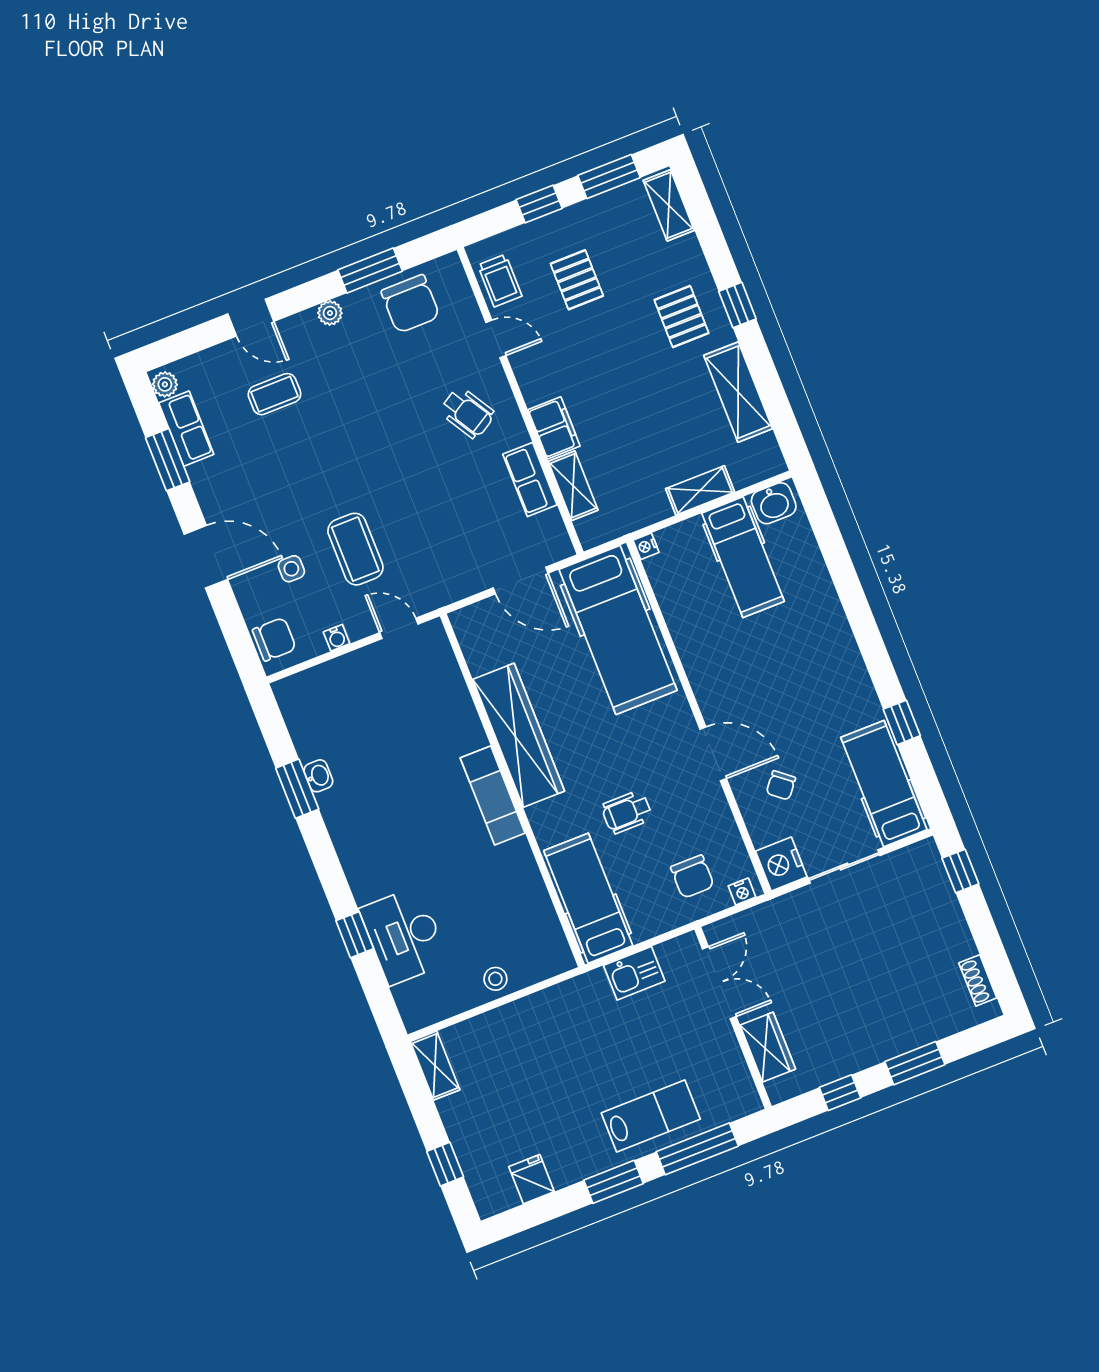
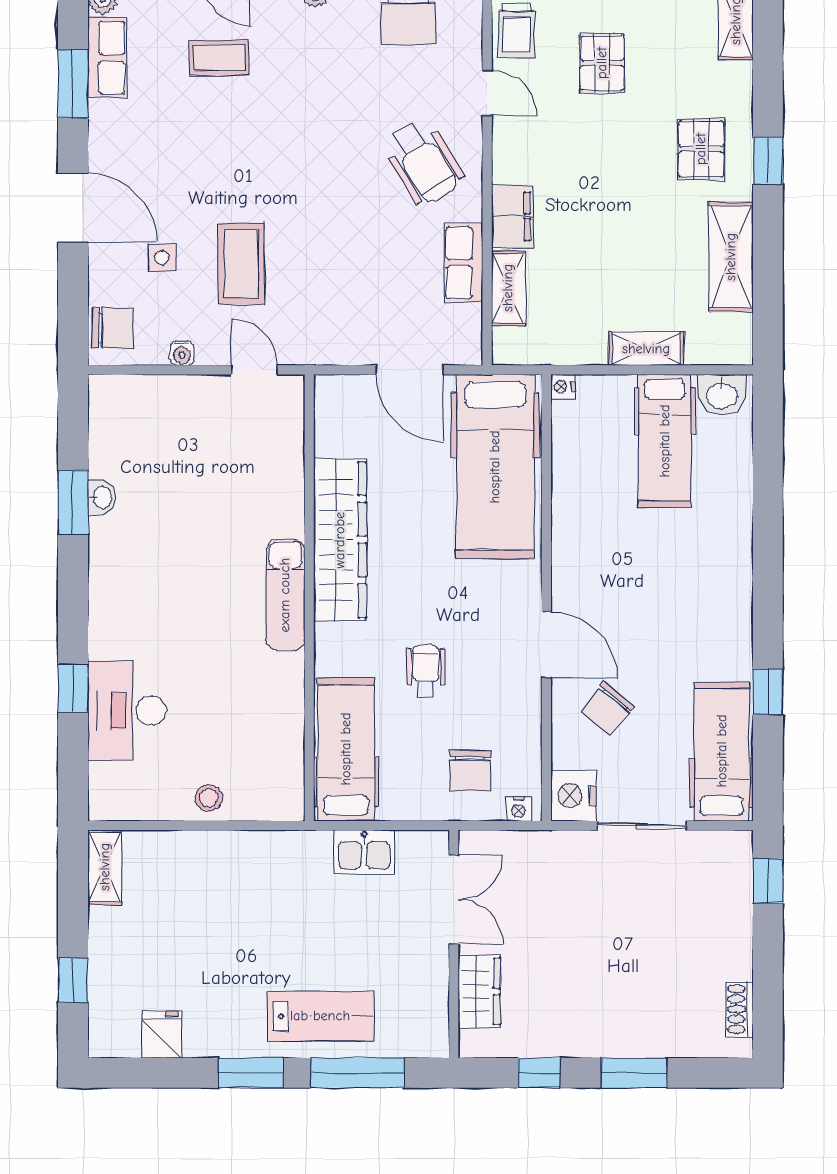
wheelchair: (467, 413) -> (423, 162), width x1.36, depth x1.37
chair: (781, 785) -> (607, 709), width x1.37, depth x1.37
wheelchair: (627, 812) -> (426, 671), turned 90

